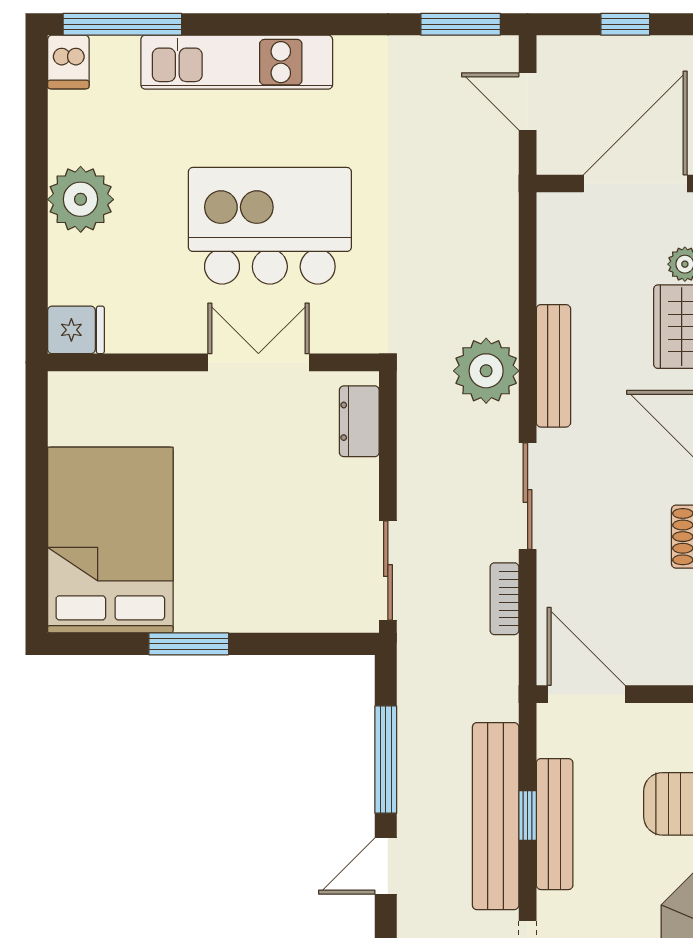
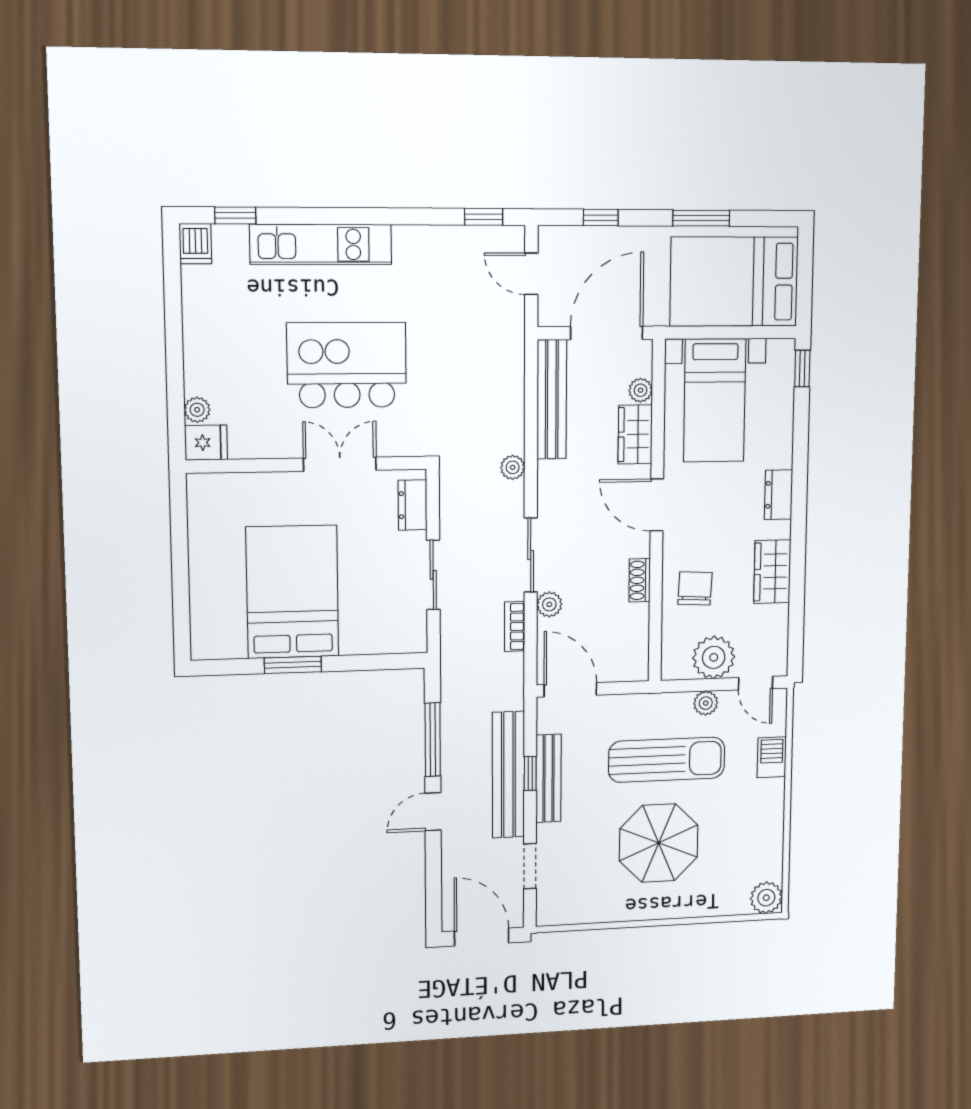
window: (122, 24) -> (235, 215), width x0.46
window: (461, 24) -> (484, 217), width x0.67
plant: (81, 199) -> (197, 410), moved, width x0.53, depth x0.53
bench: (553, 366) -> (552, 399), moved, width x1.37, depth x1.21
plant: (486, 371) -> (513, 467), width x0.53, depth x0.53
bed: (110, 540) -> (292, 592), moved
plant: (555, 568) -> (549, 604), added
sliding door: (388, 571) -> (433, 575), moved

